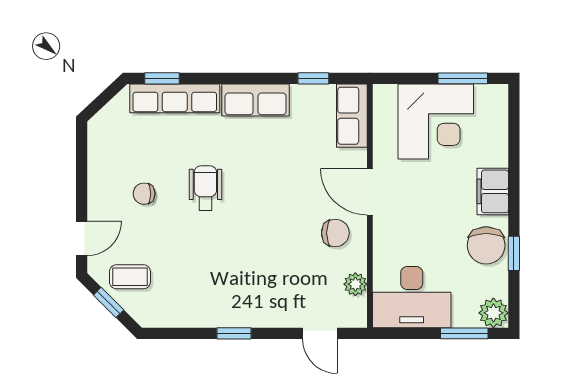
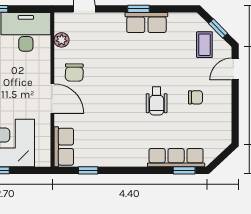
row of seats: (256, 100) -> (146, 23), moved, turned 180
chair: (335, 233) -> (74, 72), turned -89
coffee table: (130, 277) -> (204, 45), turned 90

